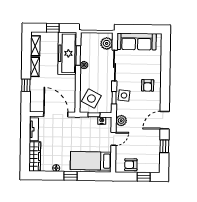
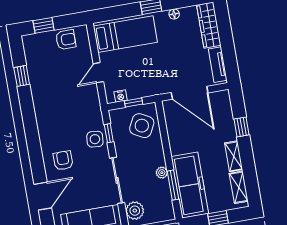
door: (165, 120) -> (43, 196), moved
plant: (121, 121) -> (92, 102), removed

